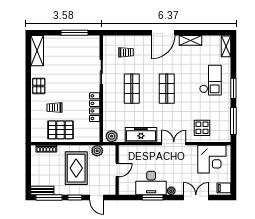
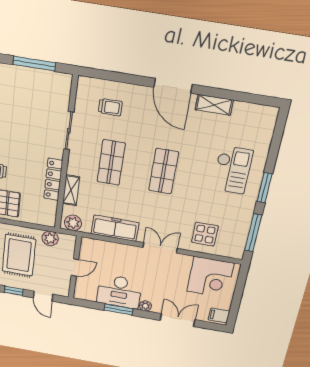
door: (163, 33) -> (173, 86), hinge flipped
shelving: (226, 46) -> (71, 190), moved

